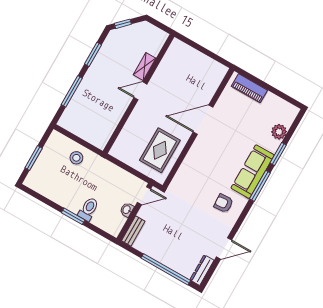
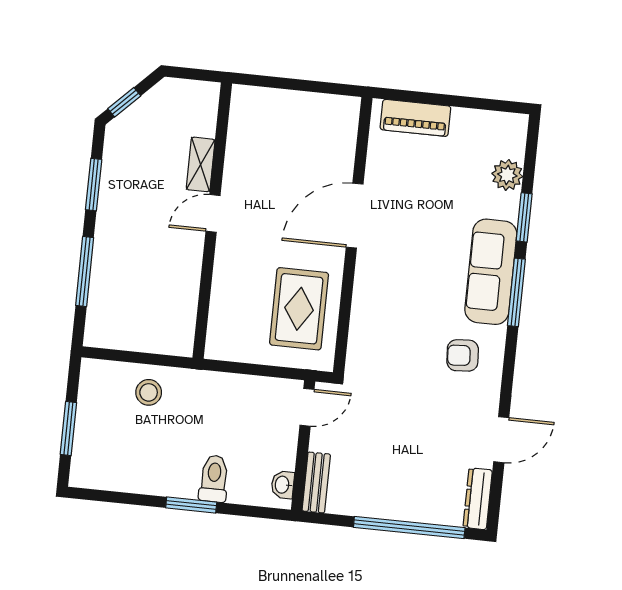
washbasin: (127, 210) -> (283, 485), moved

